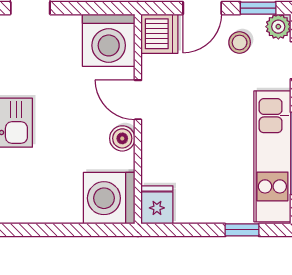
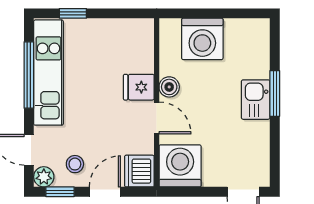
washing machine: (109, 198) -> (202, 39), moved, turned 90
fridge: (157, 205) -> (139, 87), moved, turned 90

